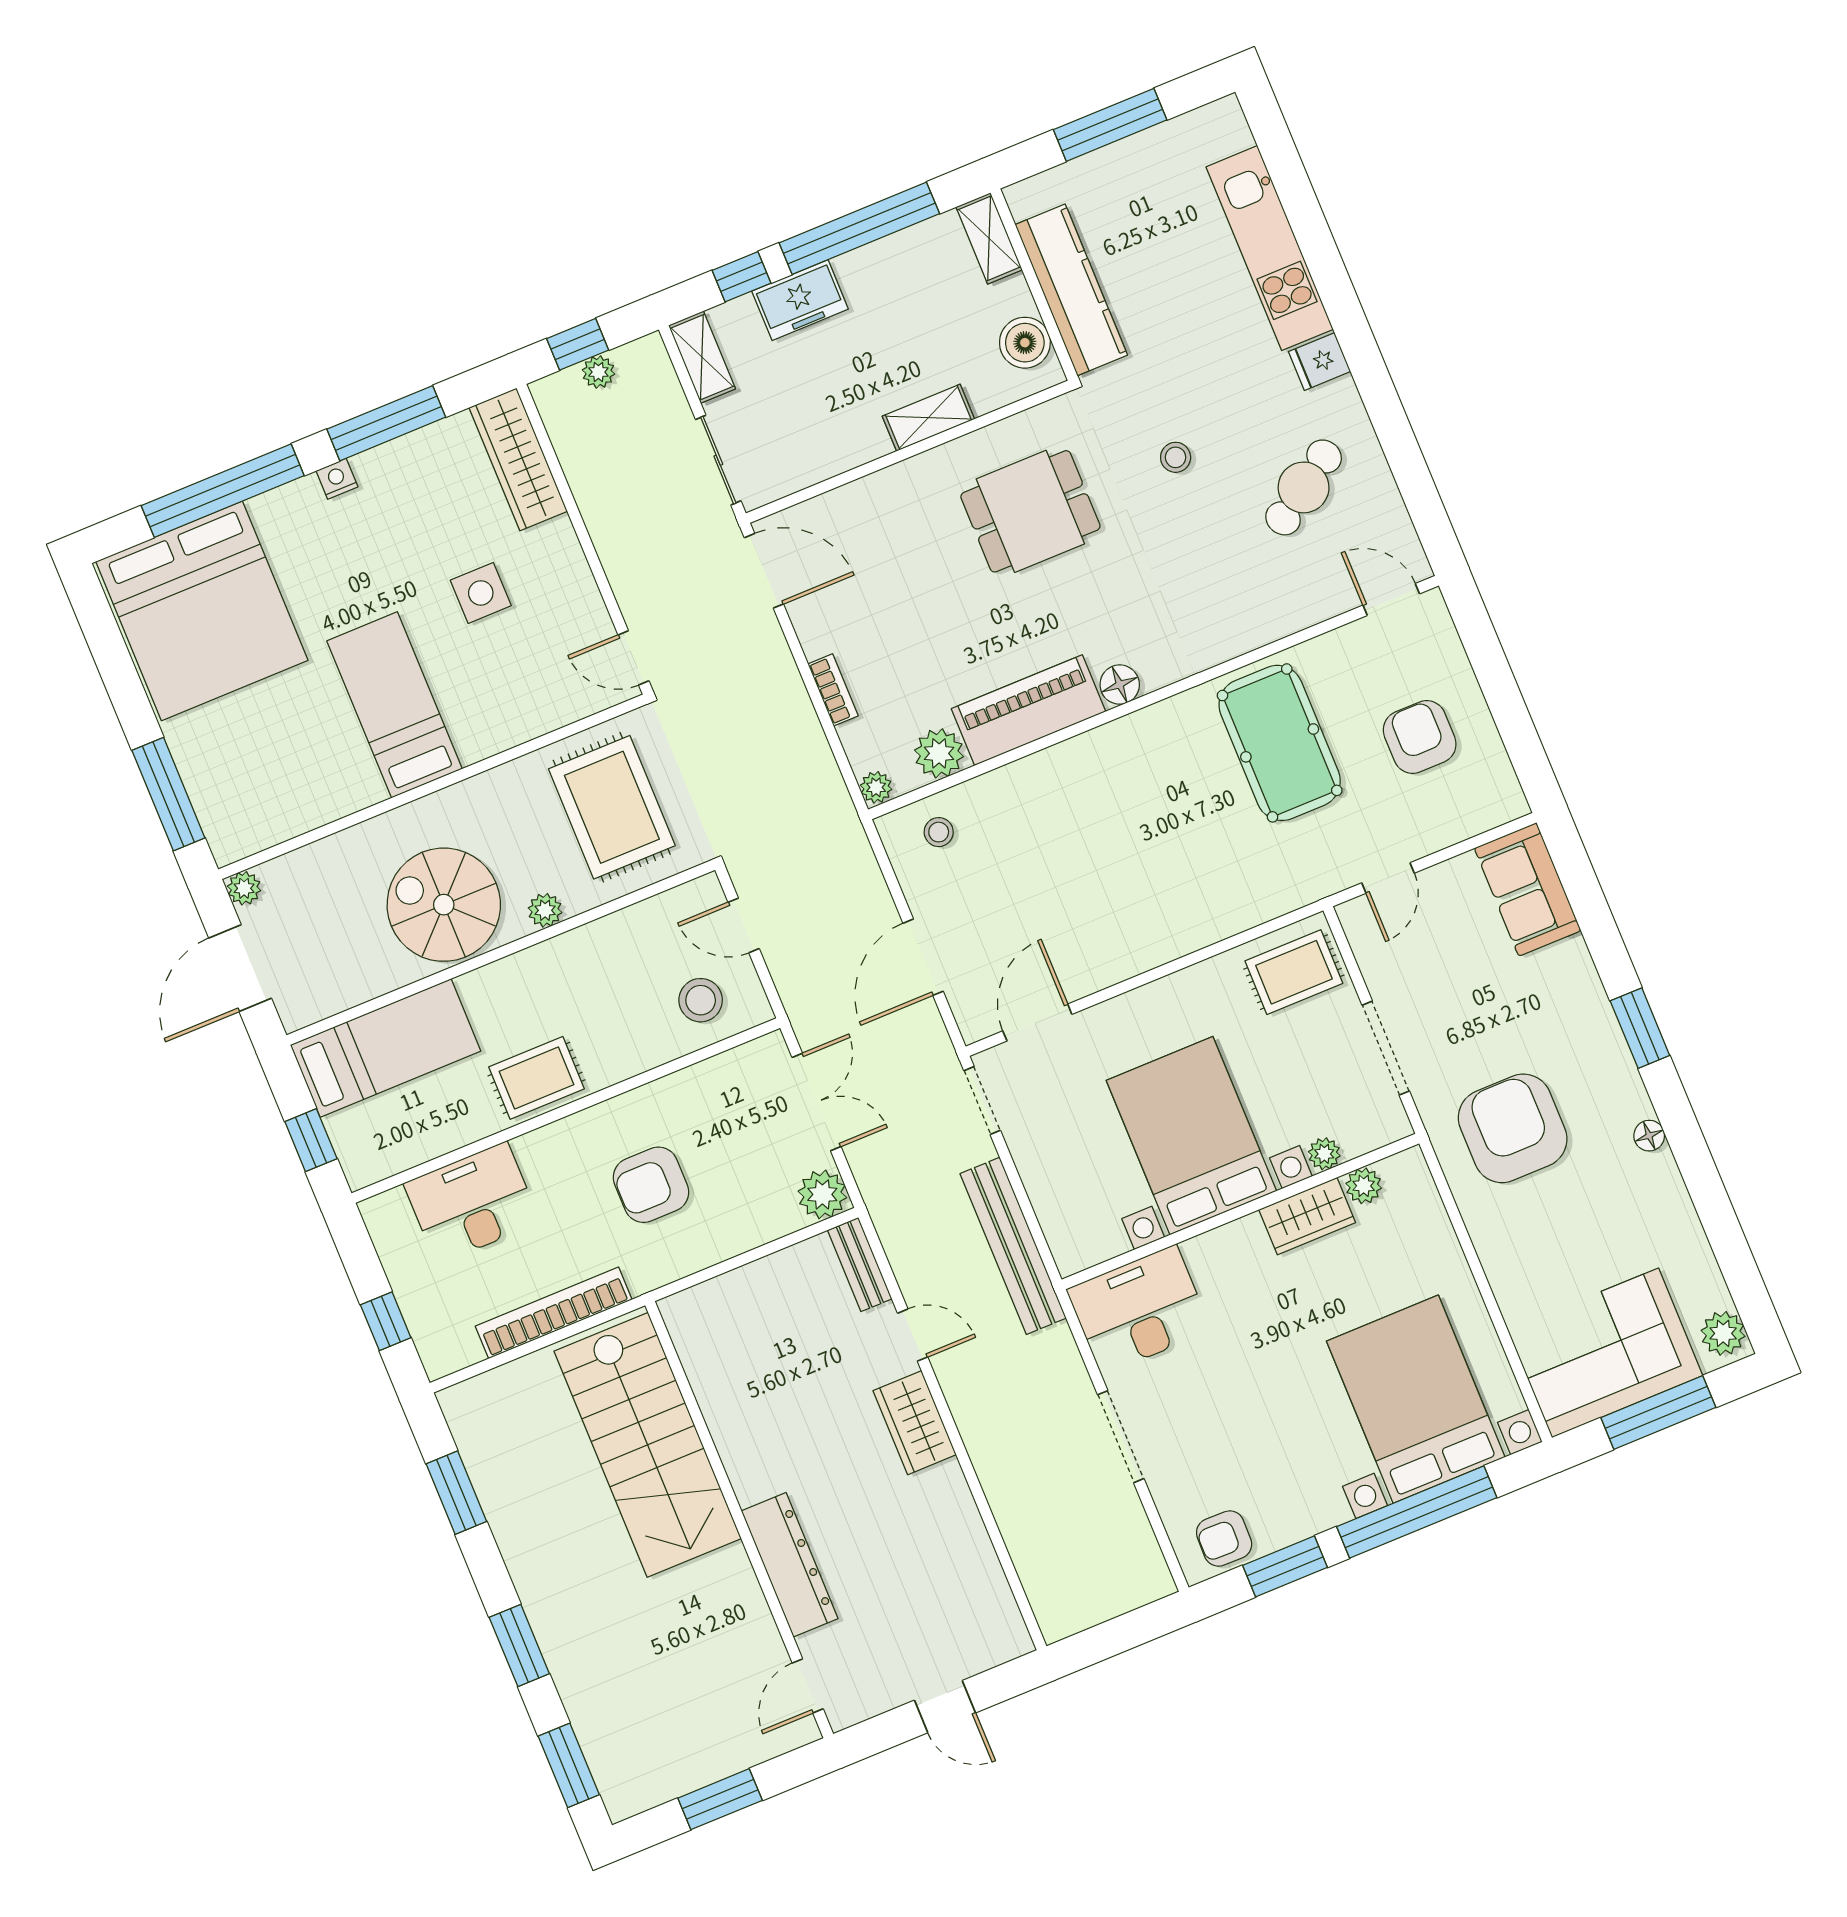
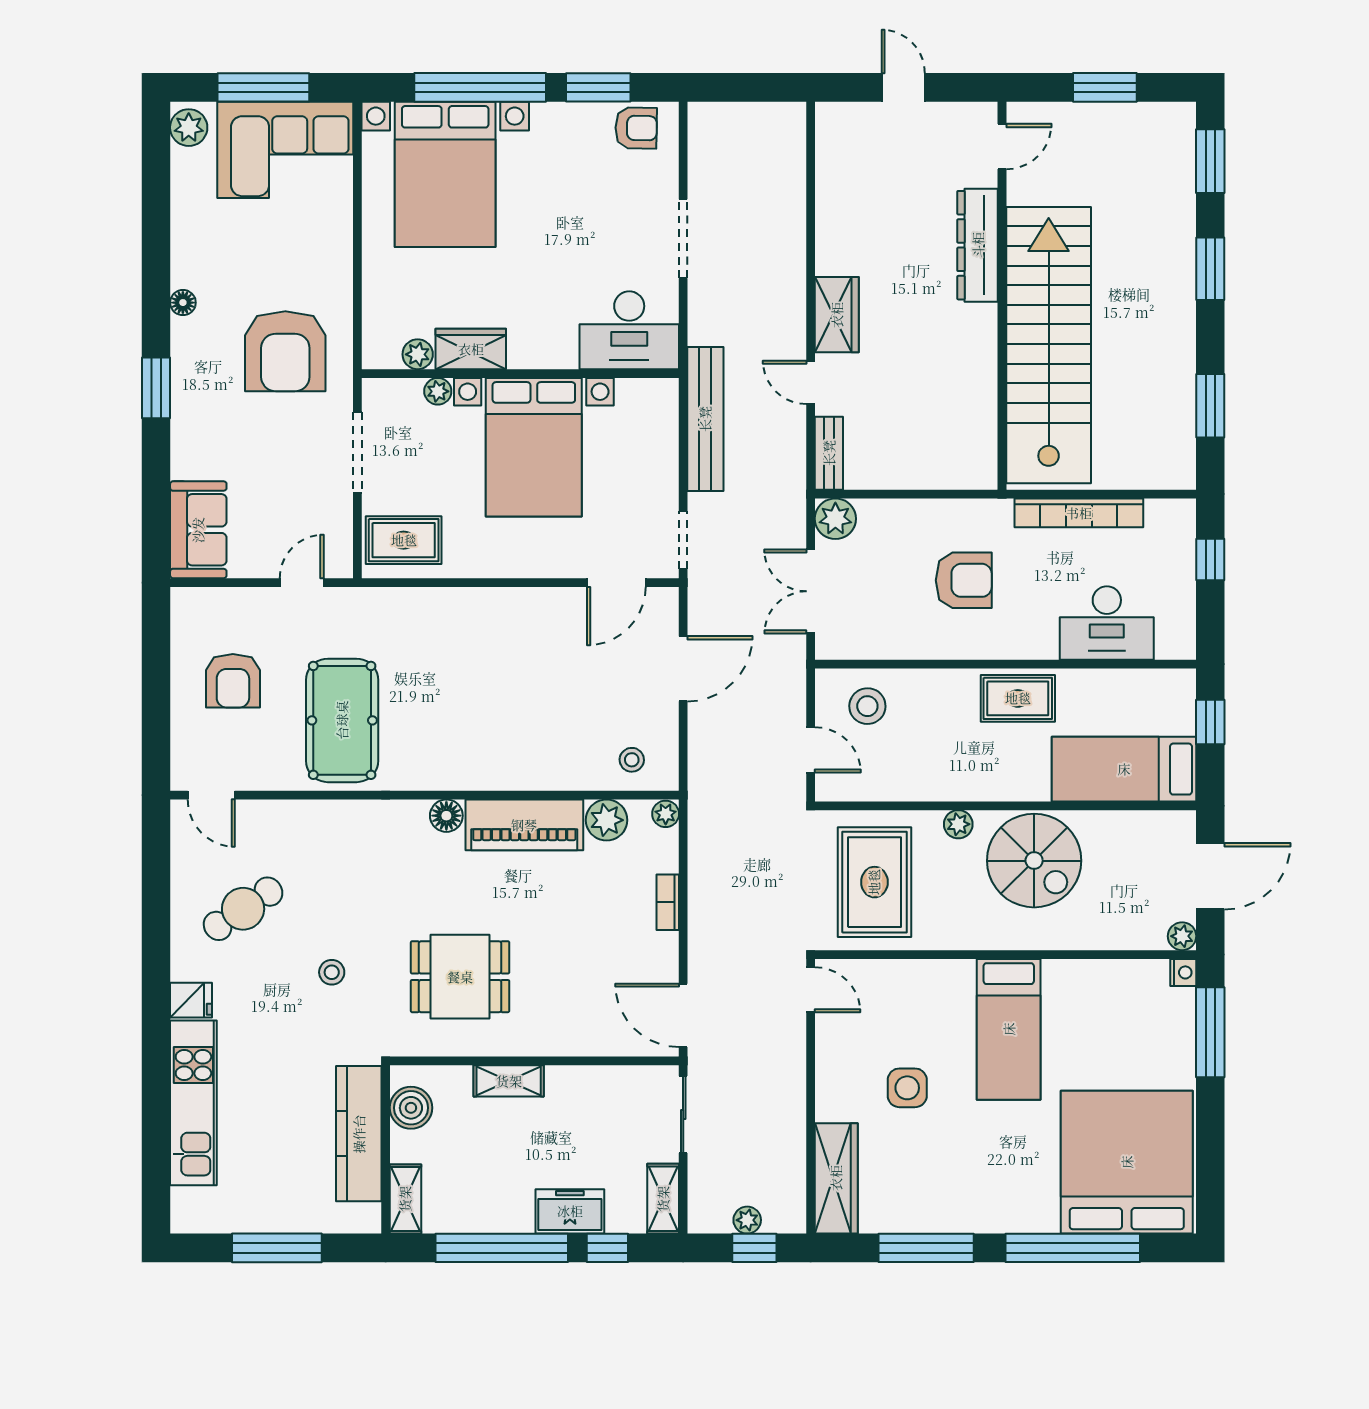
nightstand: (337, 479) -> (1183, 972), moved, turned -90
stairs: (648, 1445) -> (1049, 345), width x1.36

